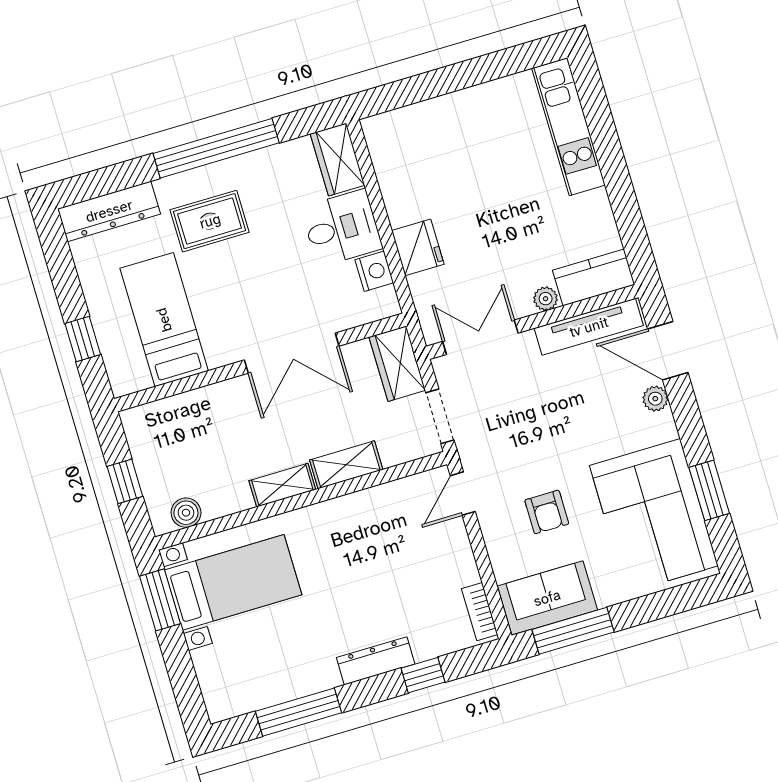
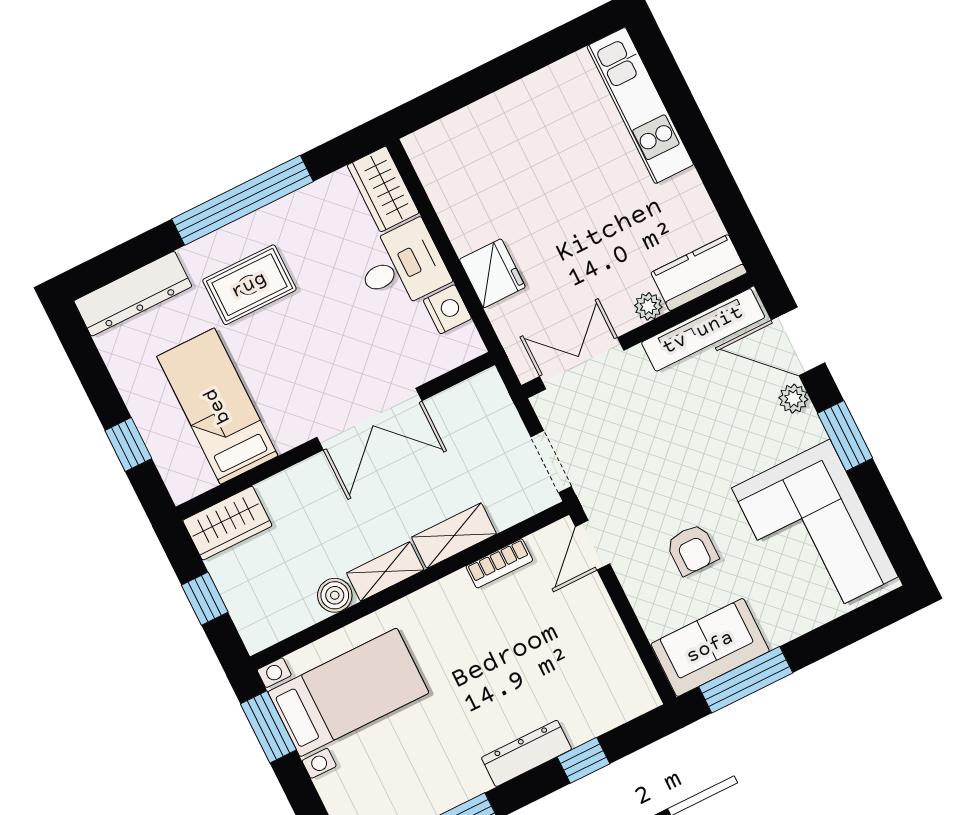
wardrobe: (397, 364) -> (227, 523), moved, turned -90
window: (709, 490) -> (845, 436), moved
boiler: (186, 513) -> (335, 595), moved
bookcase: (480, 612) -> (499, 563), moved, turned -90

